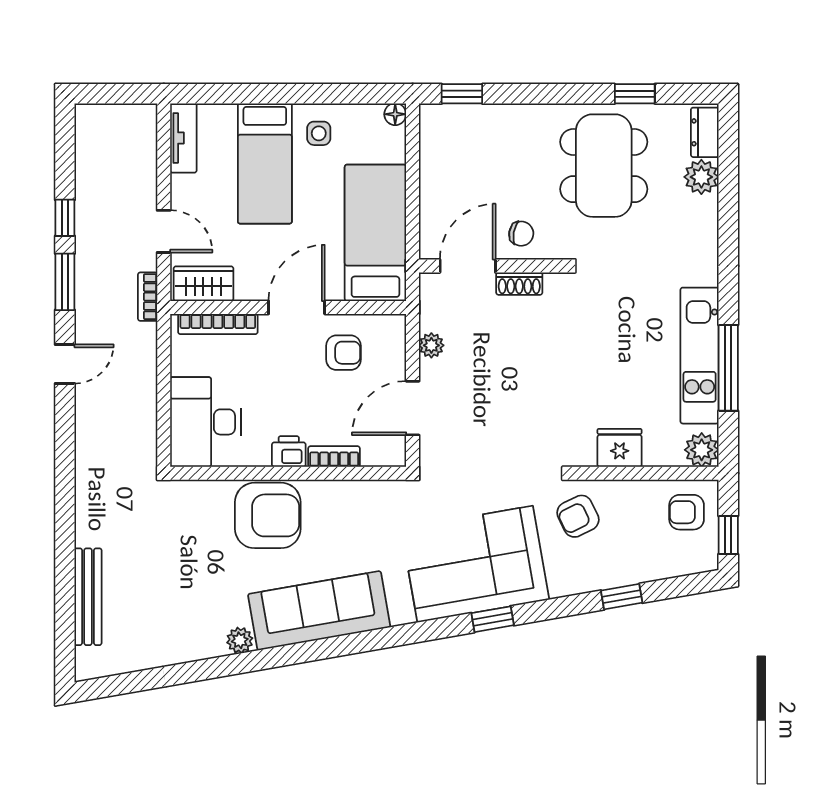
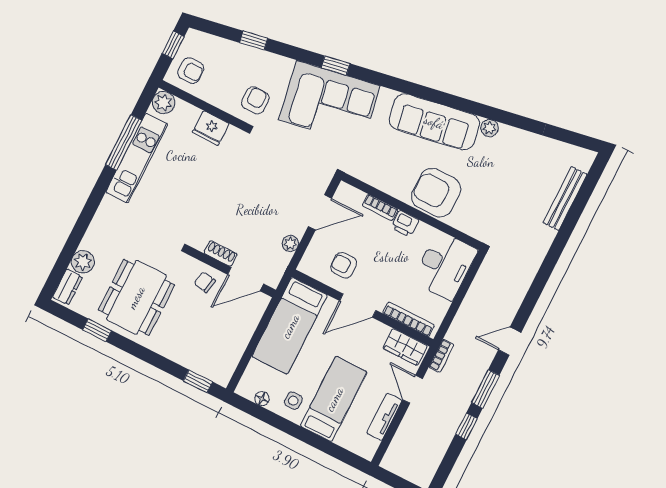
floor lamp: (395, 114) -> (262, 399), moved
tv unit: (183, 138) -> (384, 417), moved
armchair: (578, 516) -> (255, 100), turned -64

